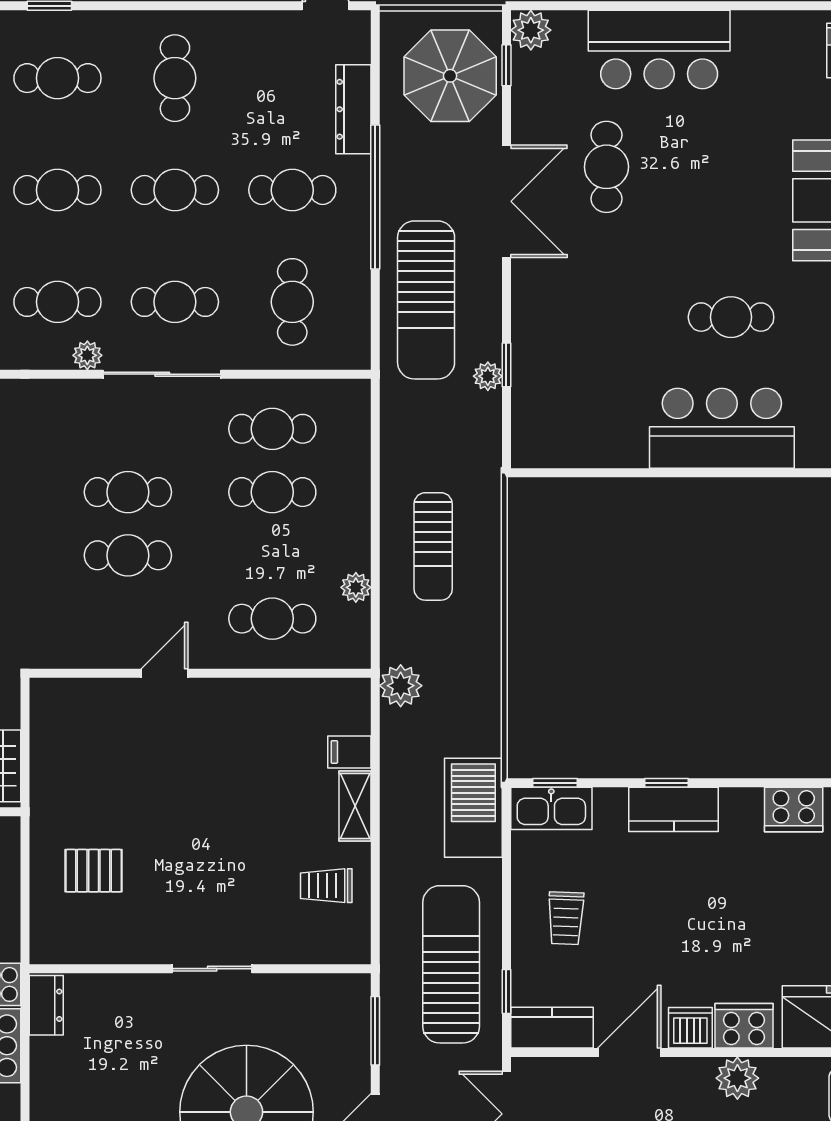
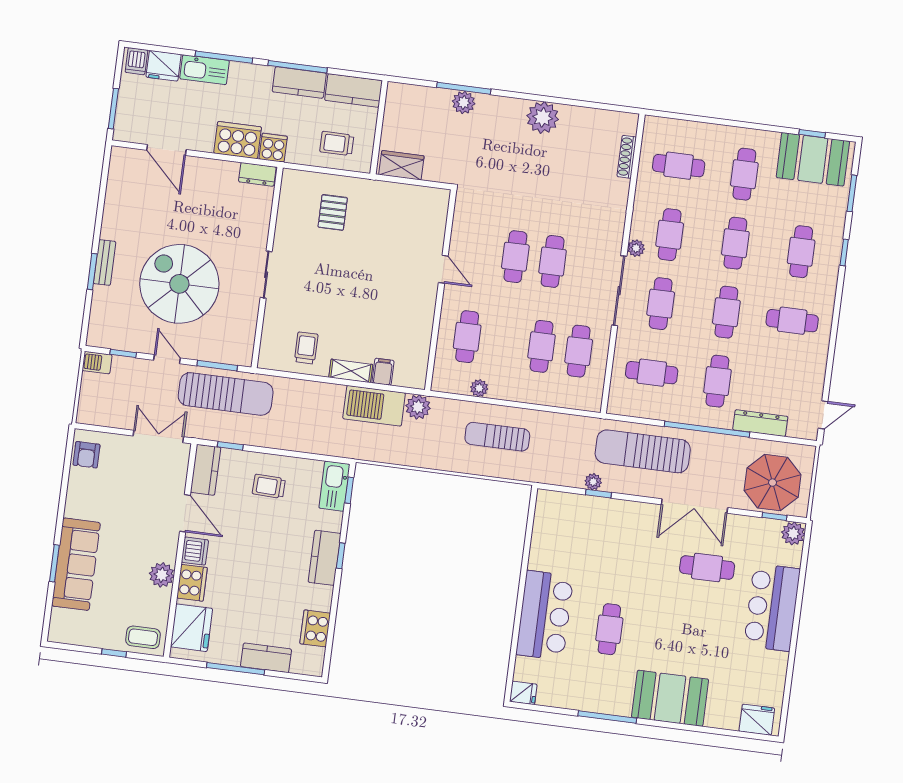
barbecue: (473, 808) -> (374, 406), moved, turned 180
sun lounger: (451, 964) -> (226, 394), moved

